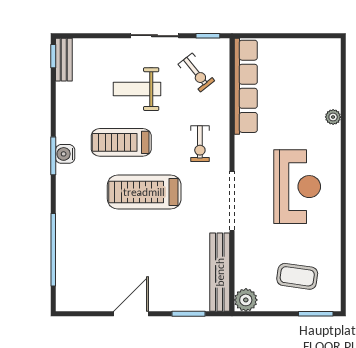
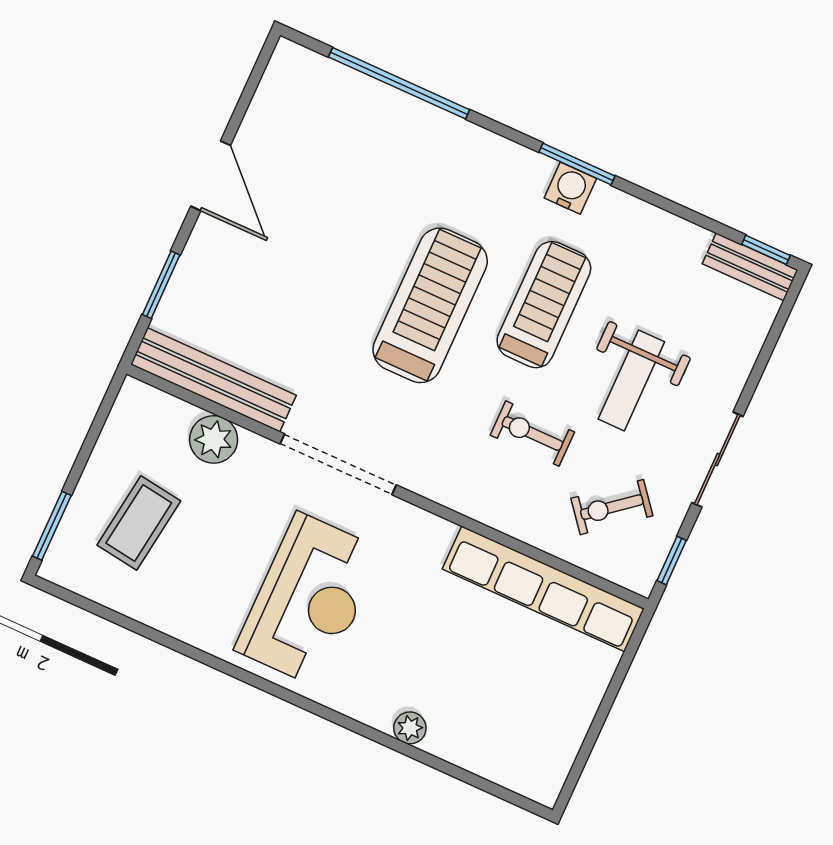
weight bench: (137, 89) -> (631, 380), turned 180
exercise bike: (200, 144) -> (532, 434), moved
reception desk: (297, 187) -> (309, 600), turned -90
plant: (246, 300) -> (214, 439), moved

